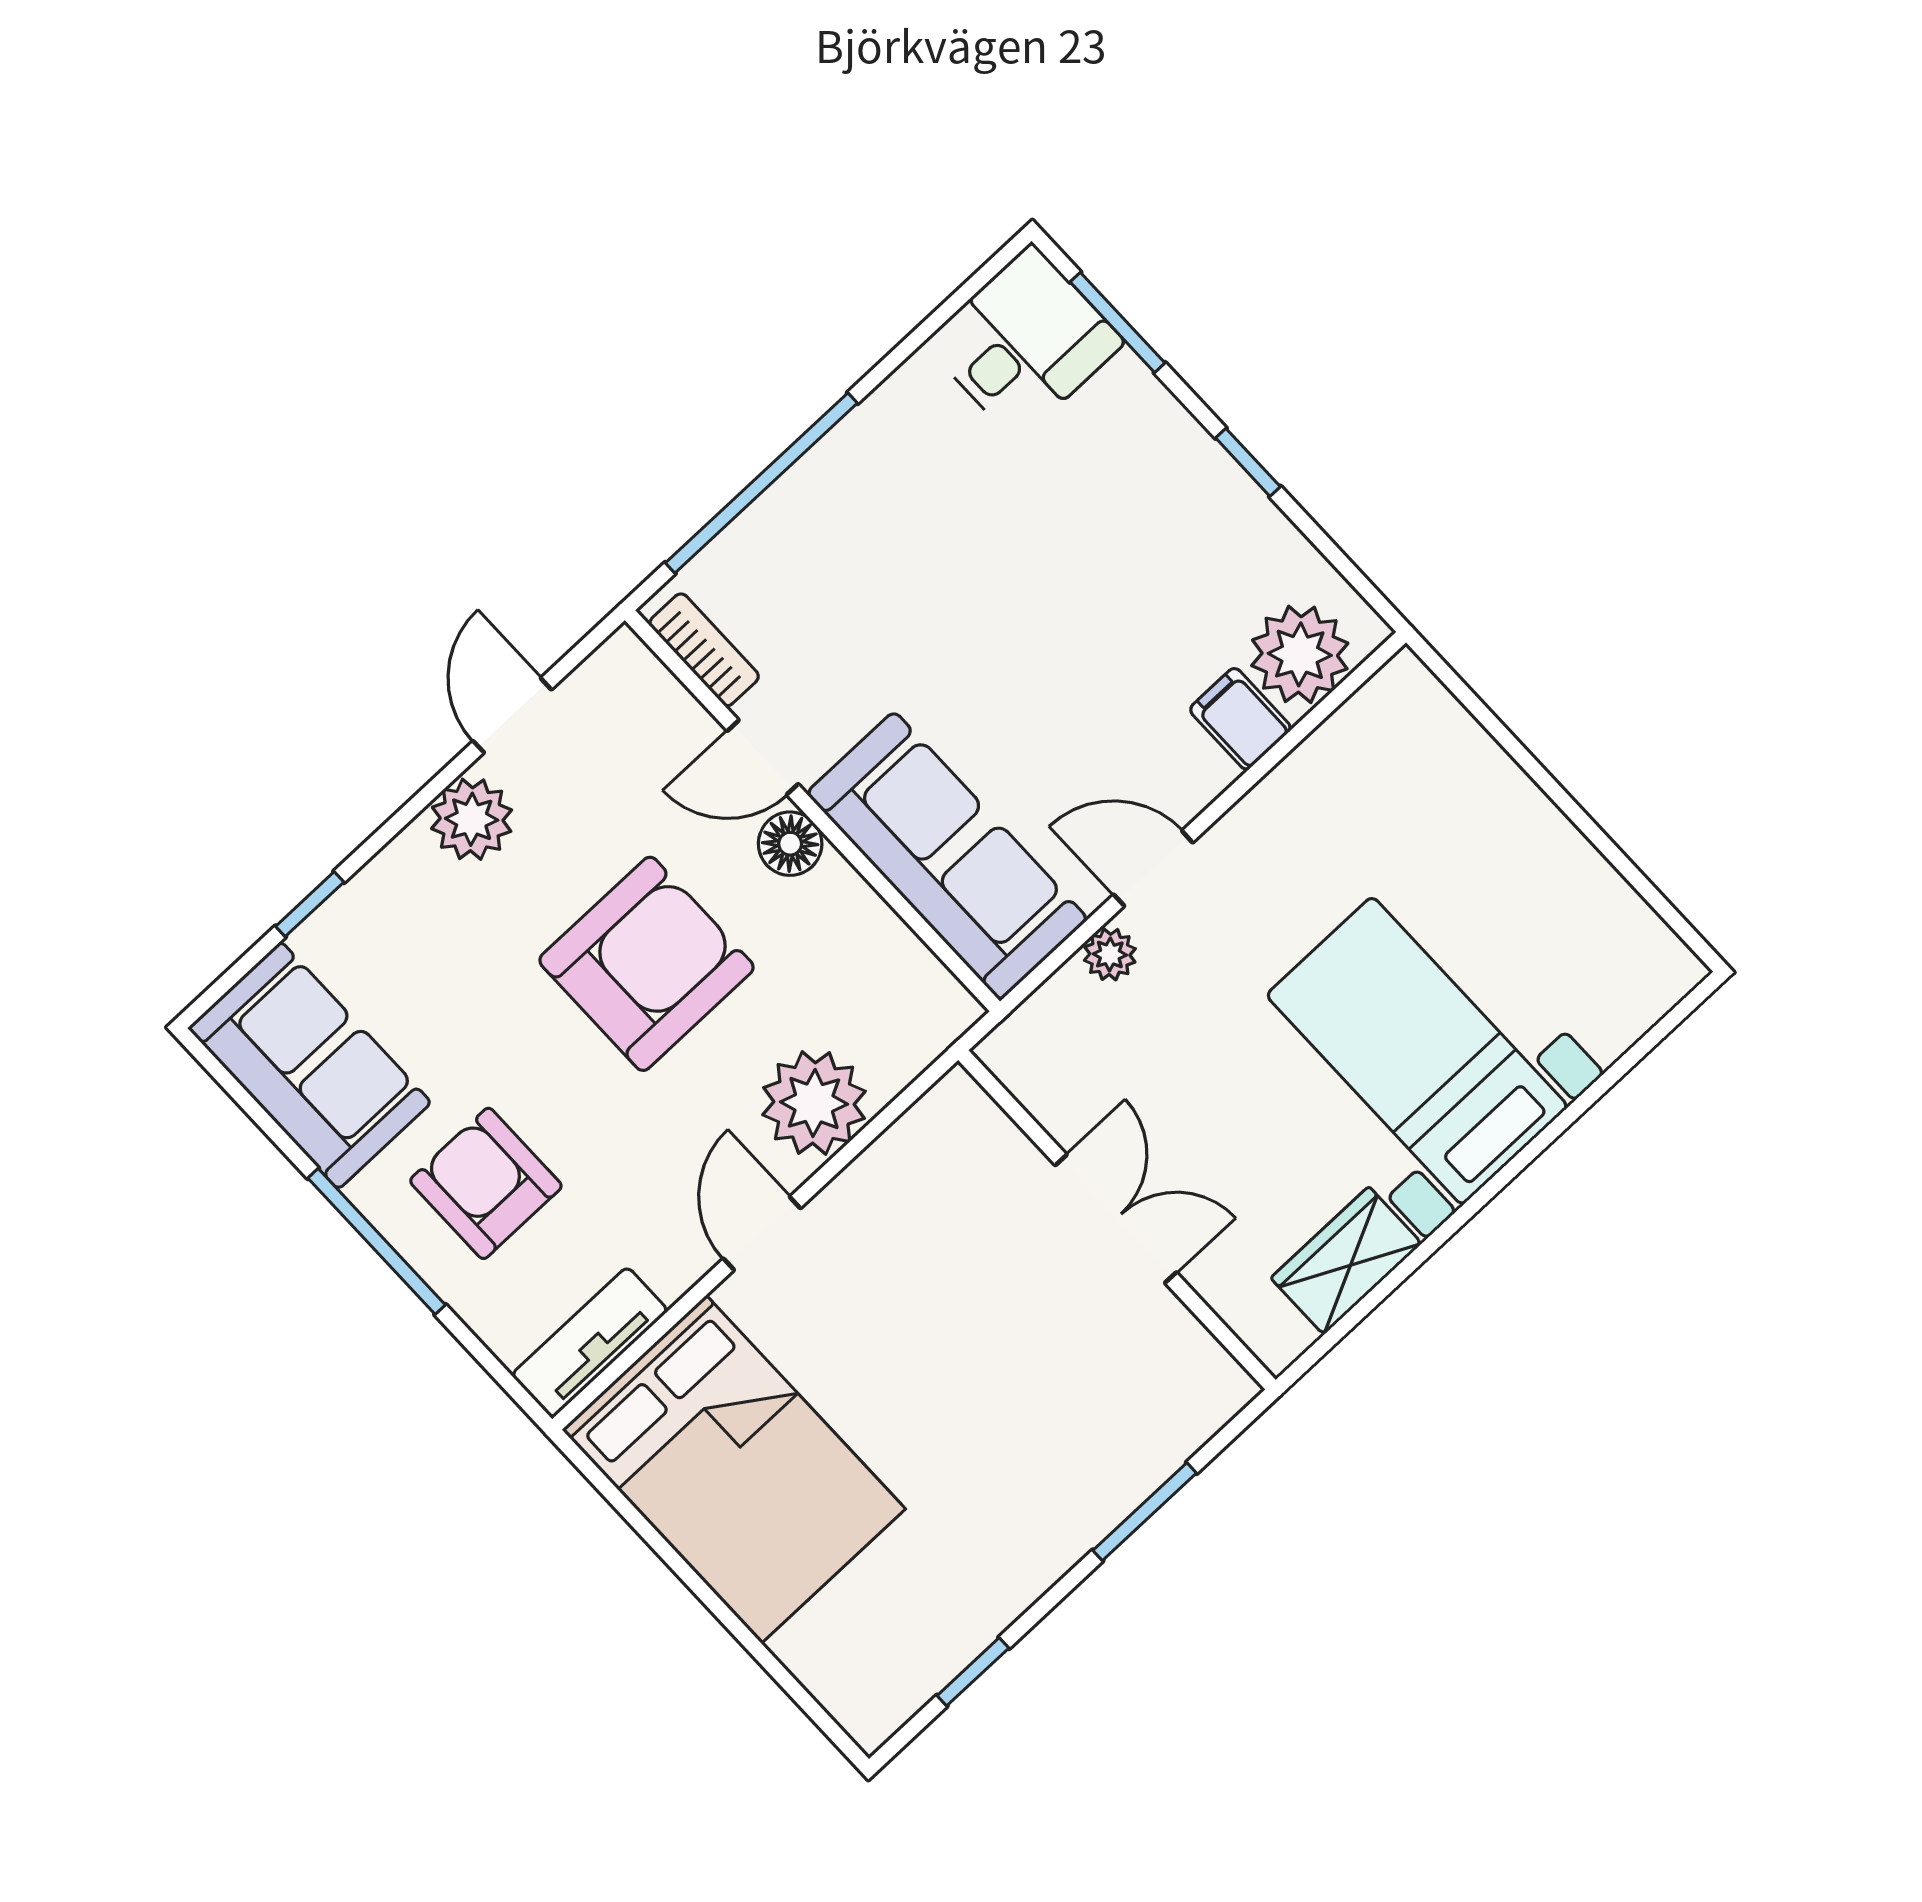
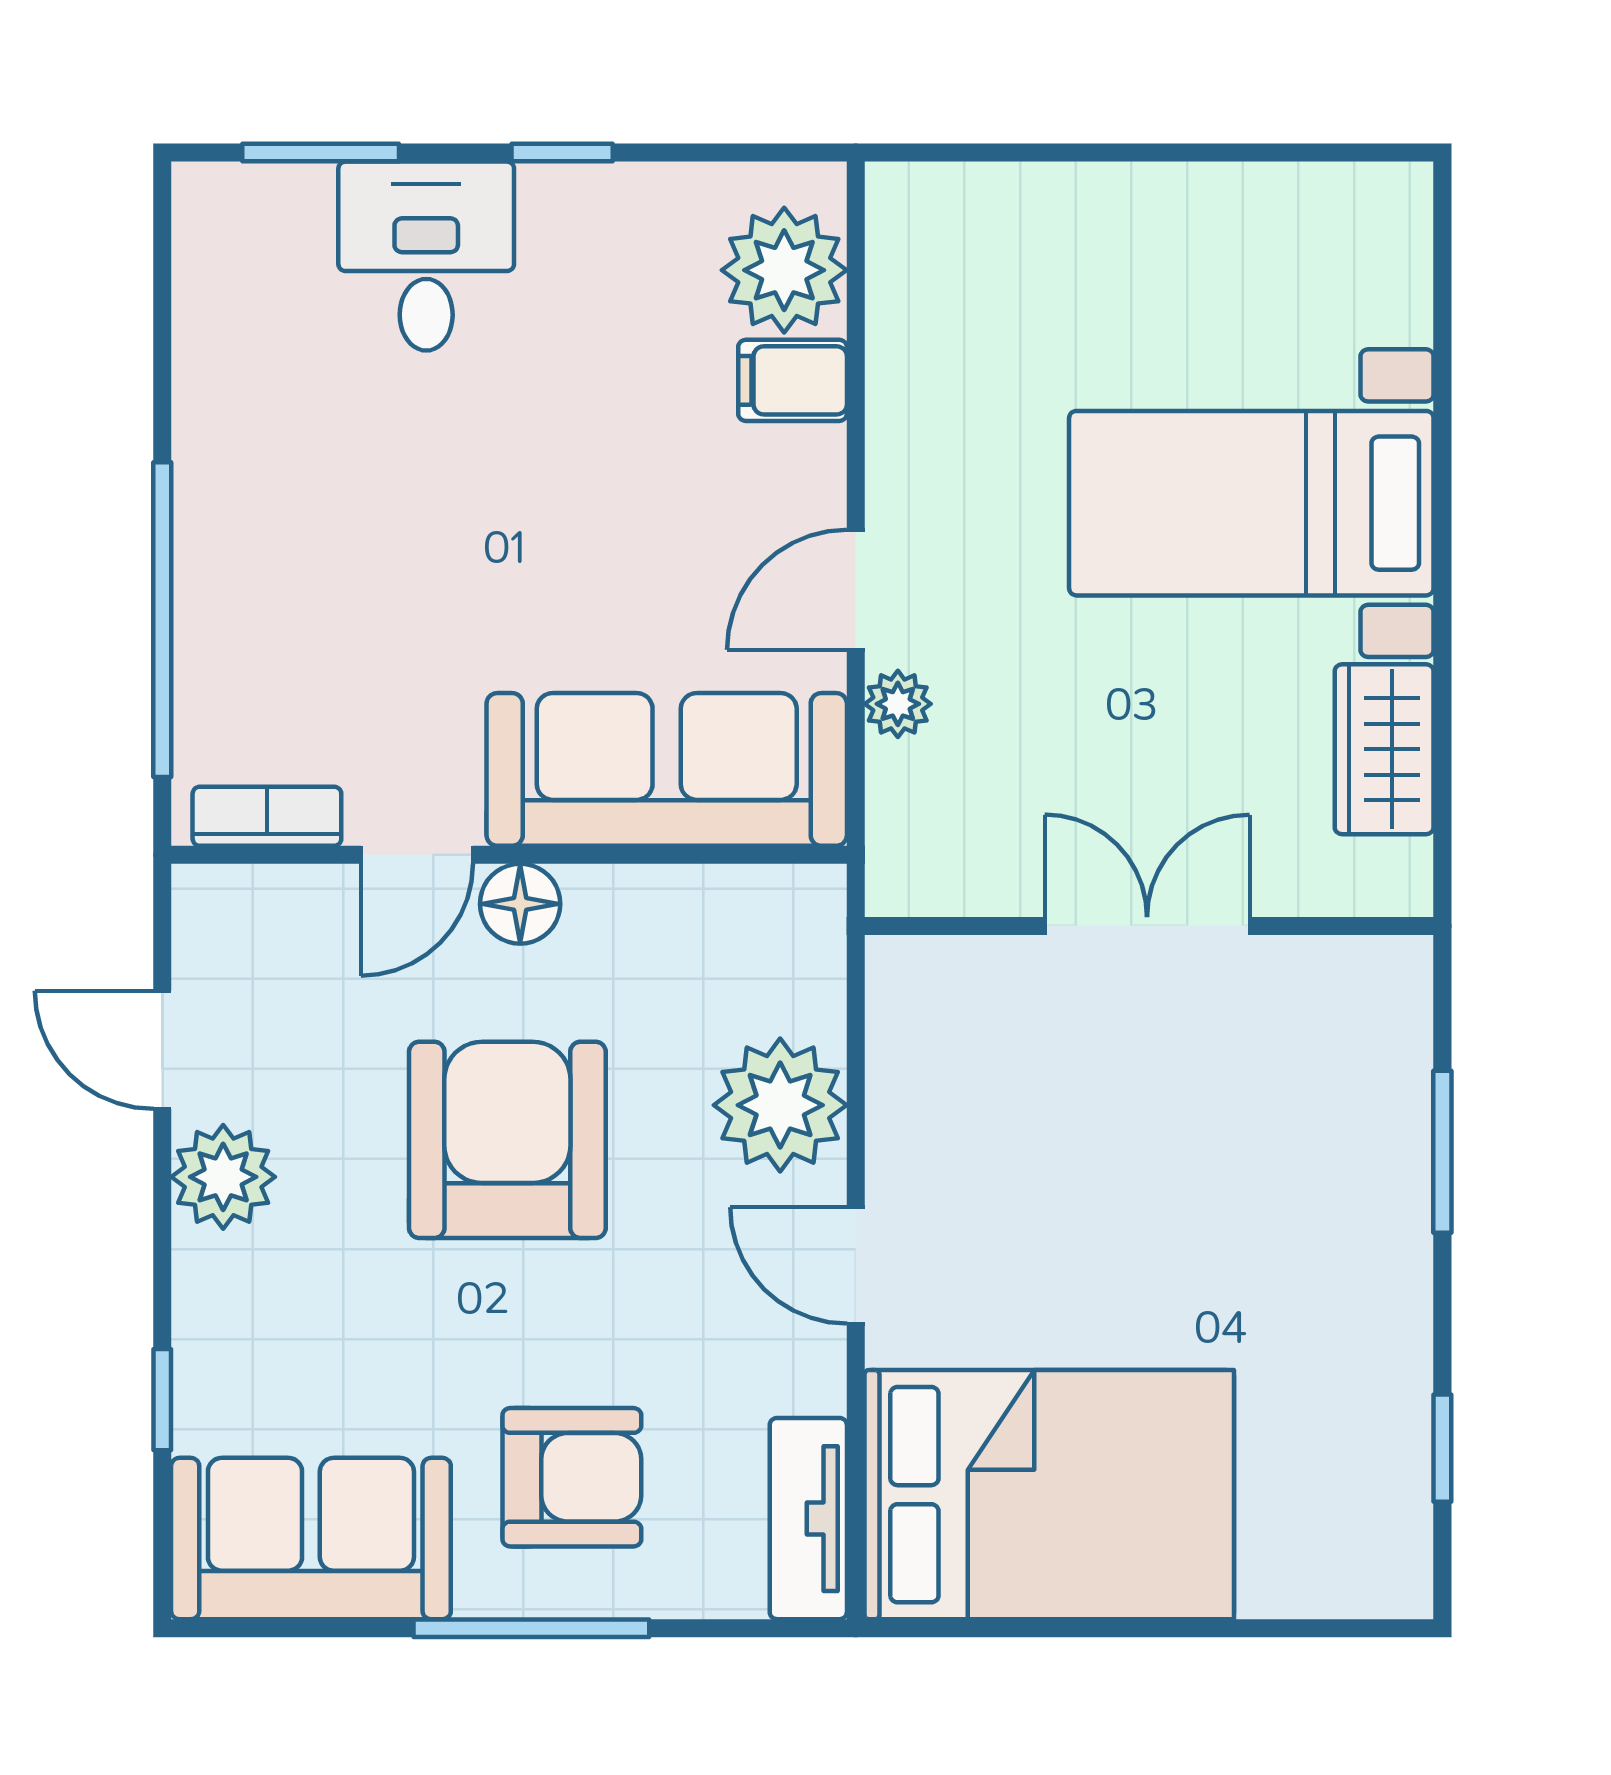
desk: (1024, 343) -> (426, 256), moved
armchair: (486, 1183) -> (572, 1477), turned 180

